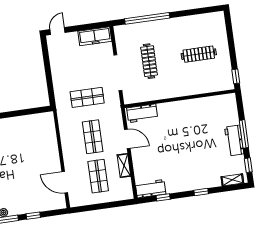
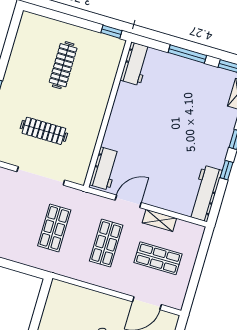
shop shelf: (93, 137) -> (106, 243), turned 90
workbench: (234, 140) -> (135, 64), moved, turned -90
workbench: (151, 189) -> (205, 193), width x1.38
window: (163, 197) -> (227, 170), moved

